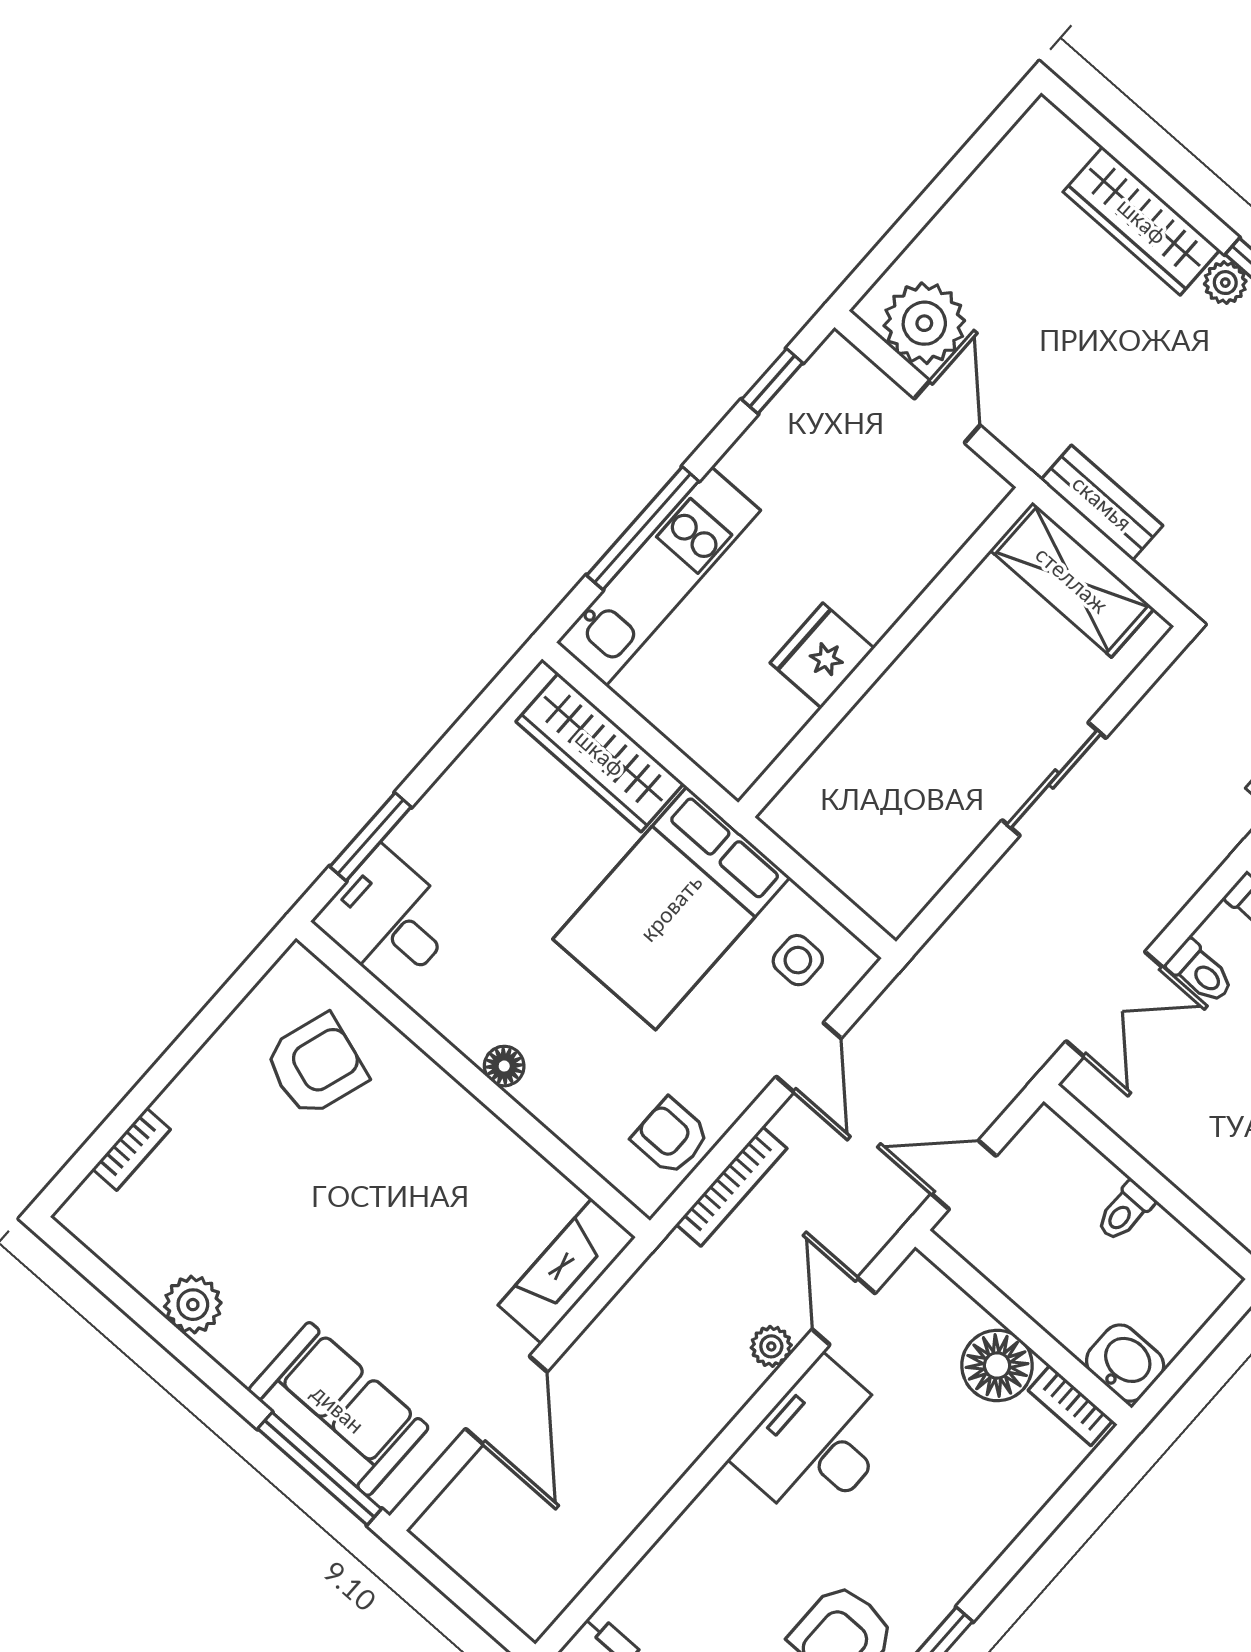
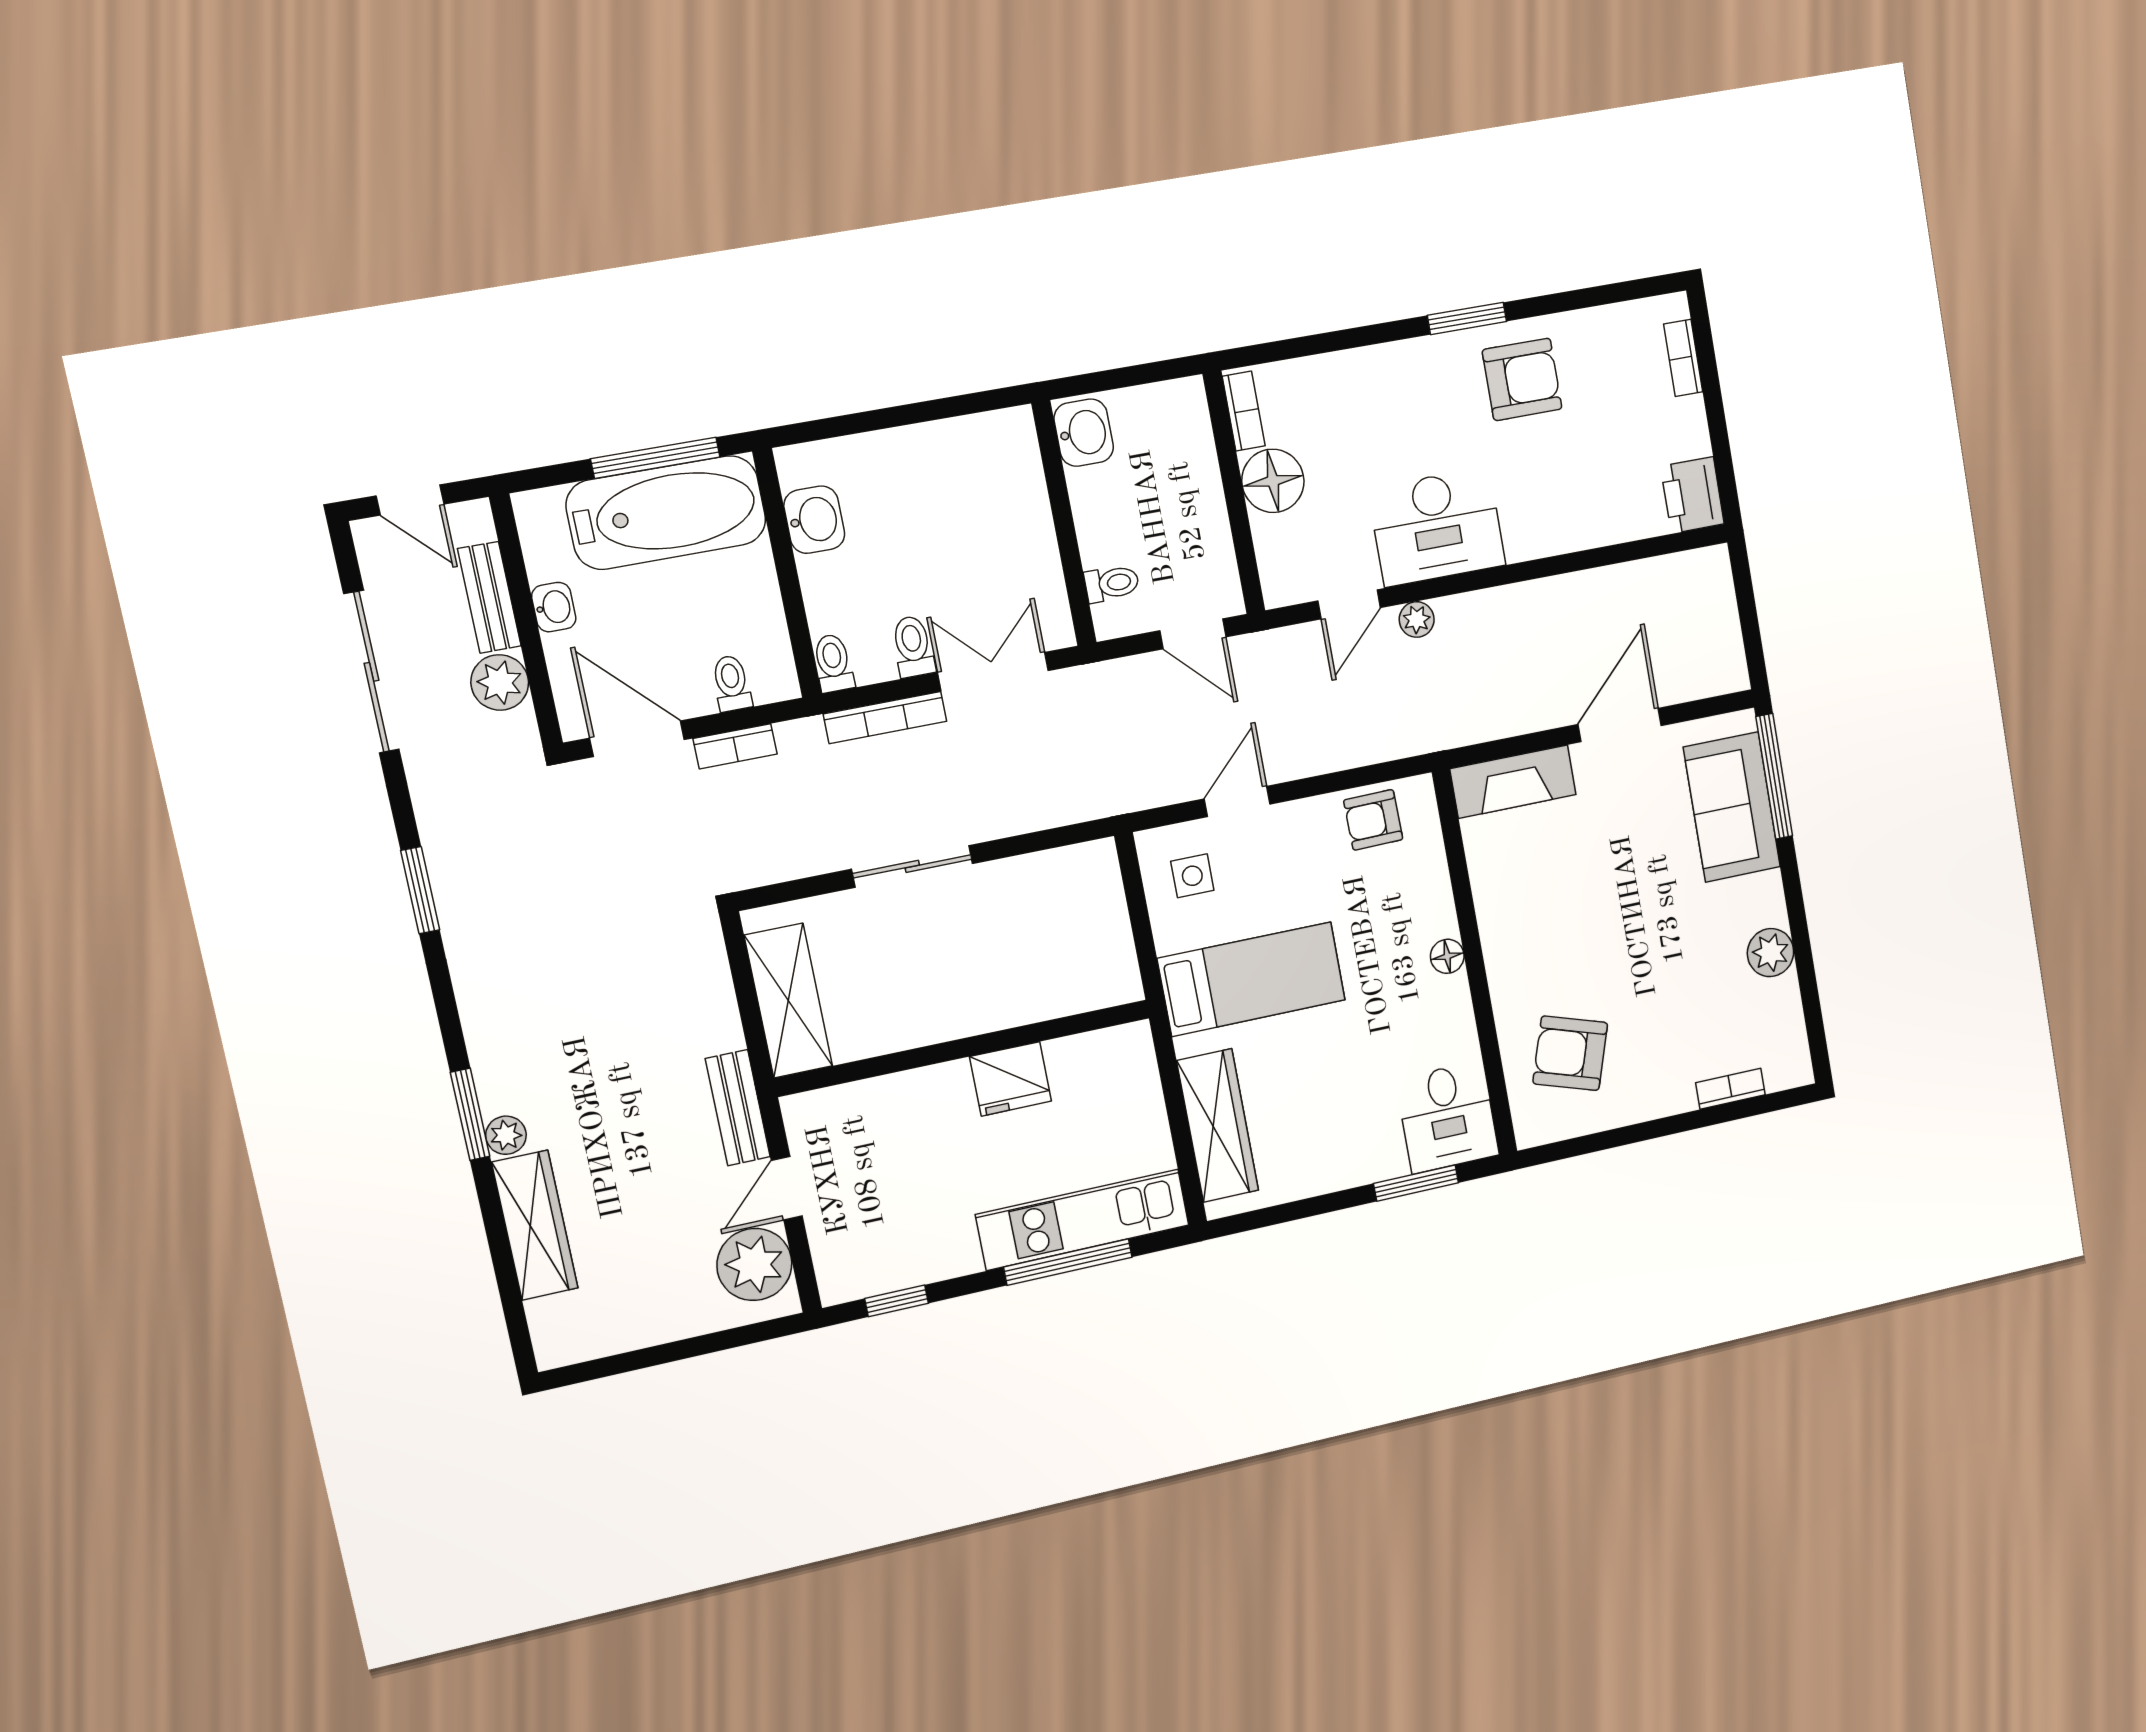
bench: (1102, 503) -> (738, 1108), moved
bed: (671, 908) -> (1252, 979), width x0.67
armchair: (671, 1137) -> (1373, 820), turned 89
bookcase: (732, 1186) -> (885, 718), moved, turned 180
toilet: (1125, 1211) -> (1112, 583), moved
washbasin: (1125, 1363) -> (1084, 433), moved, turned 180

